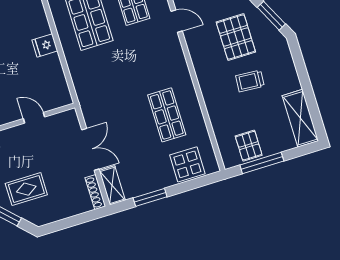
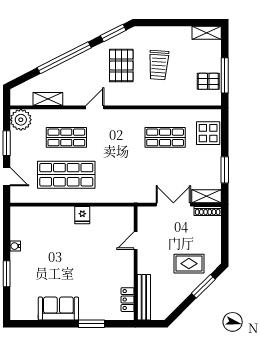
pallet: (236, 37) -> (121, 65), turned 90
trolley: (250, 81) -> (159, 65), width x1.36, depth x1.39
shelving: (300, 118) -> (207, 33), width x0.67, depth x0.75
rug: (26, 189) -> (189, 264), turned 90

